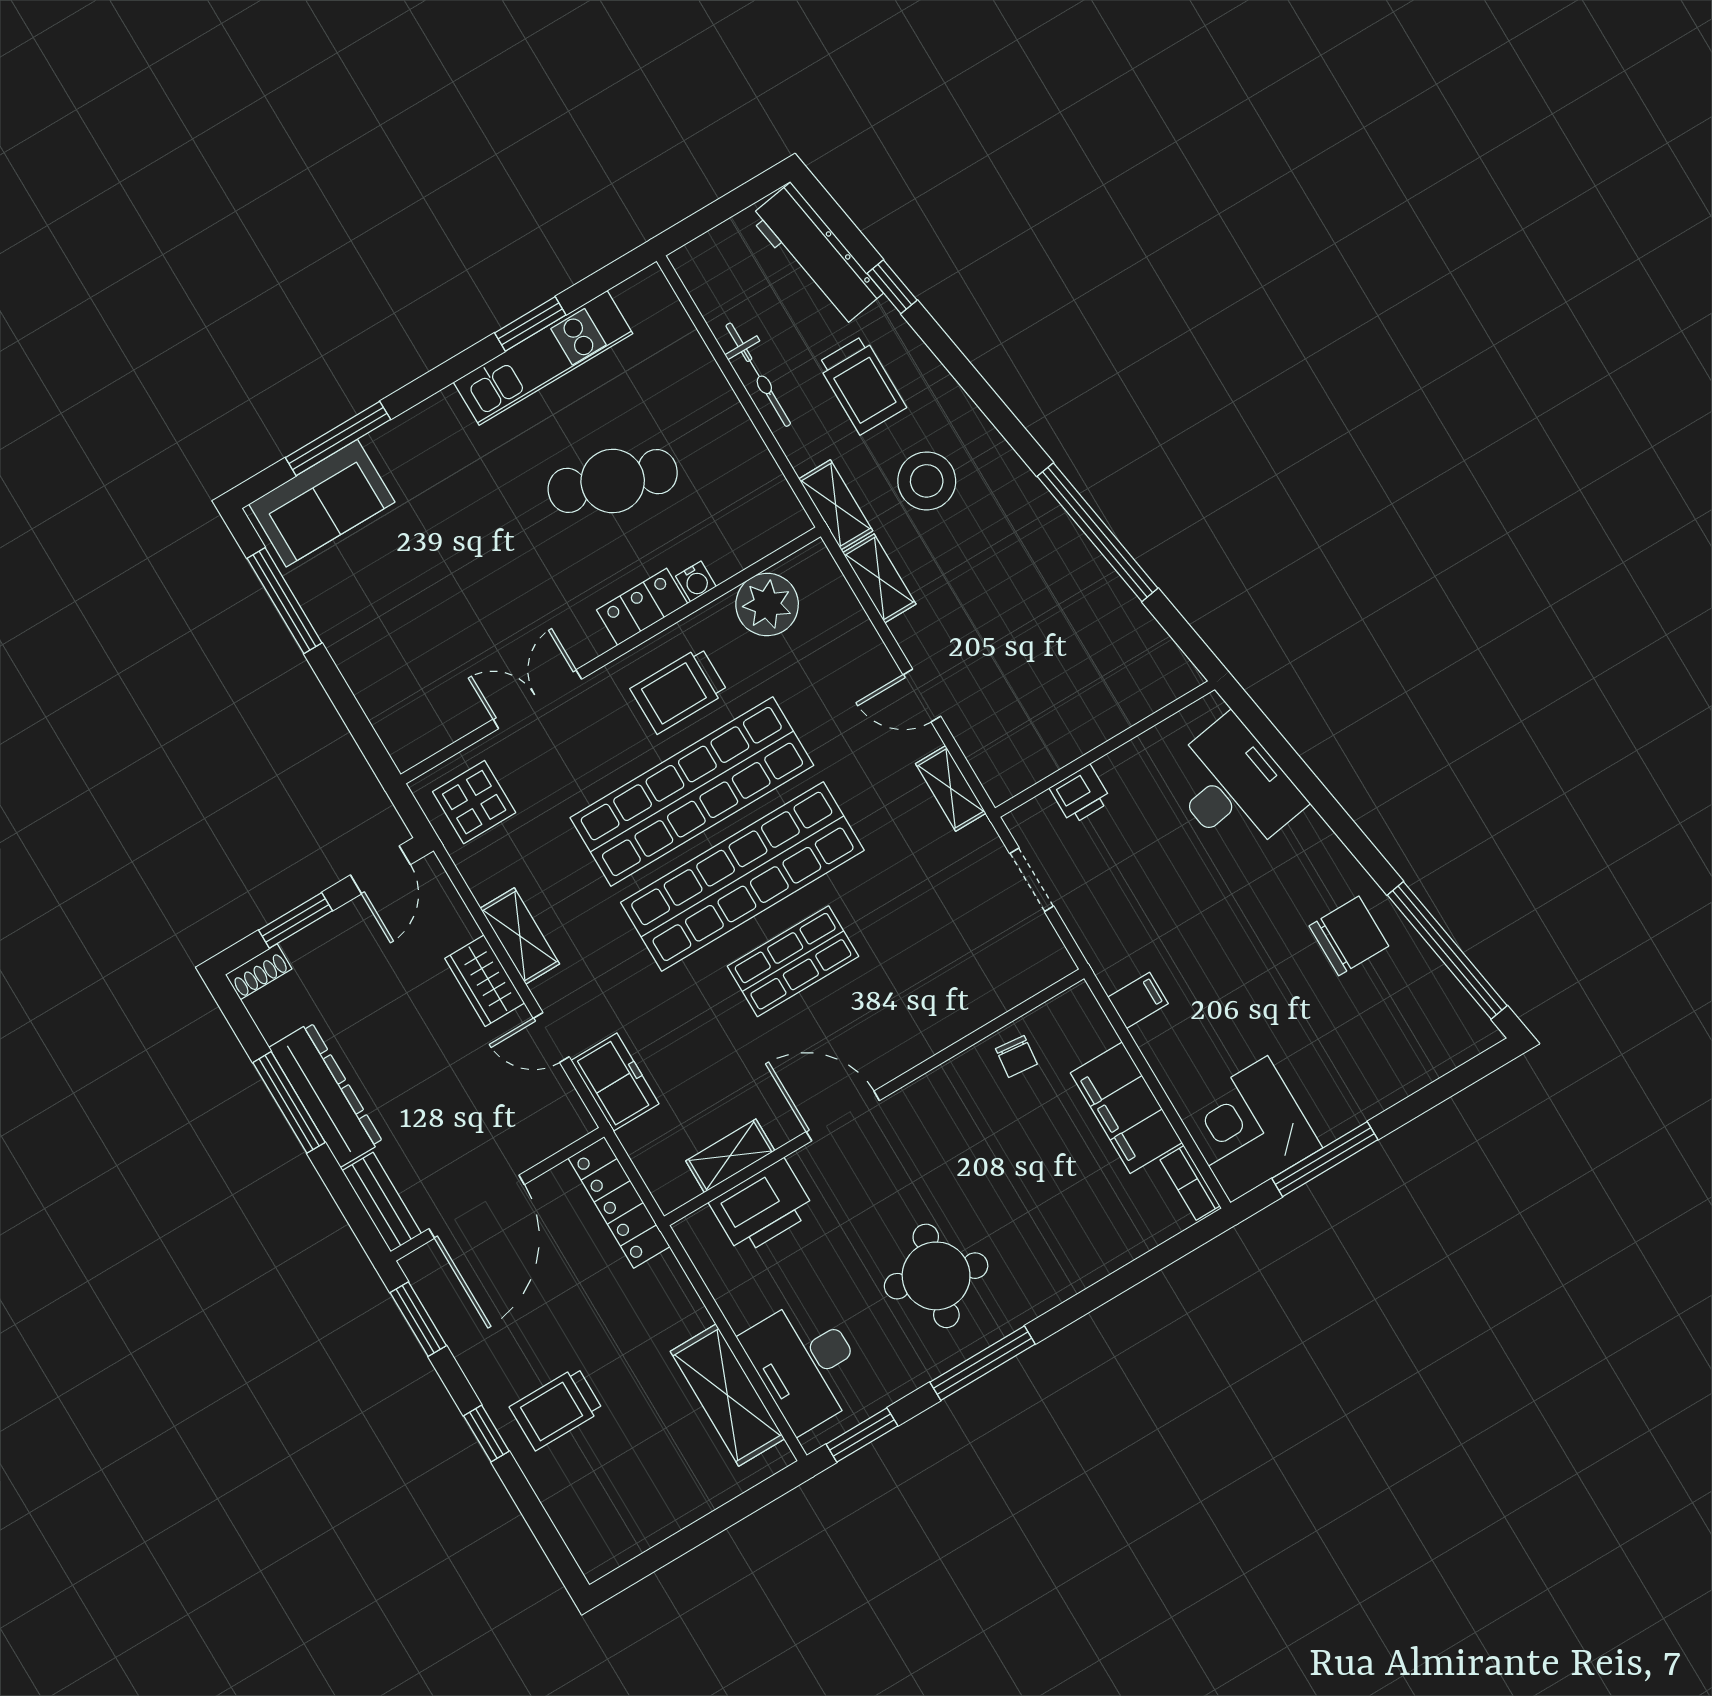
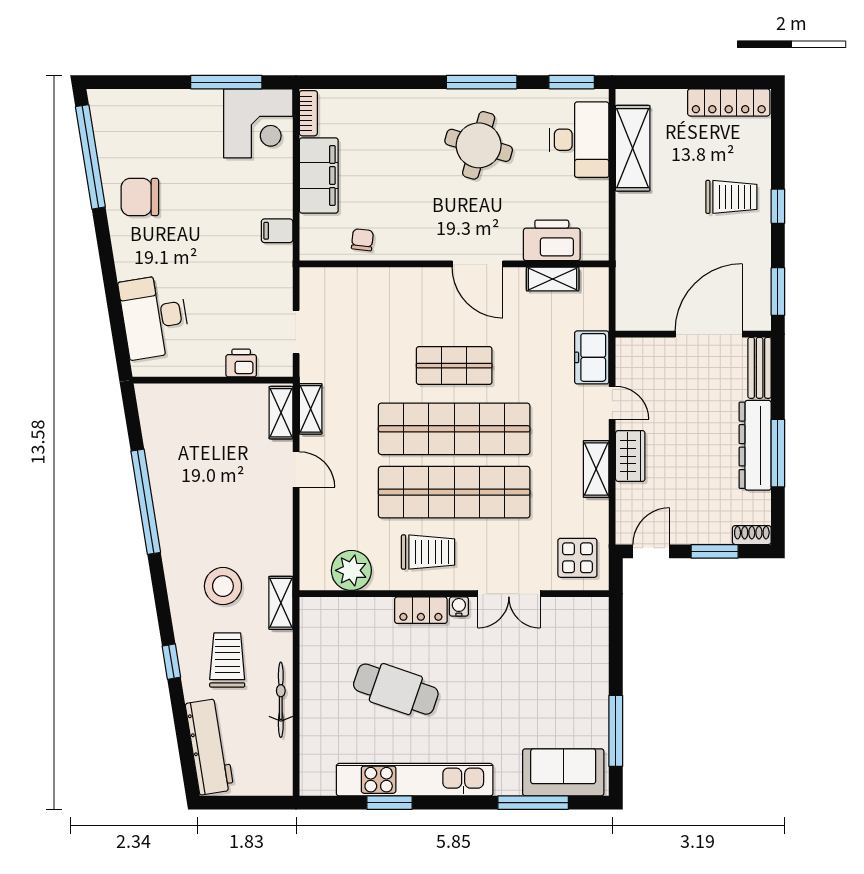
window: (892, 287) -> (171, 662), moved
kitchen unit: (543, 358) -> (415, 780), width x1.36
shelving: (879, 578) -> (281, 413), moved
water cooler: (696, 581) -> (459, 606), moved
locker: (619, 1202) -> (729, 102), moved, turned 90

